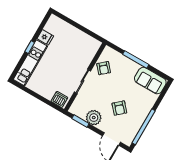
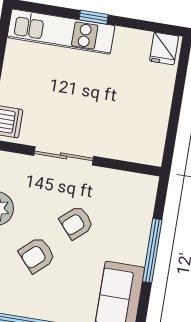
fridge: (45, 37) -> (164, 49), moved
armchair: (104, 68) -> (76, 223), moved

